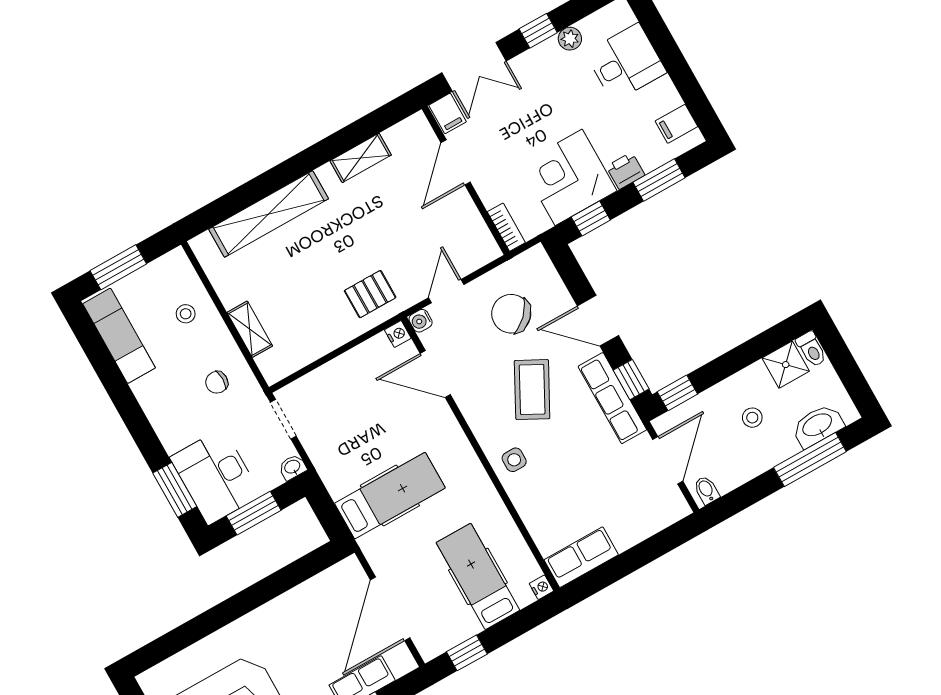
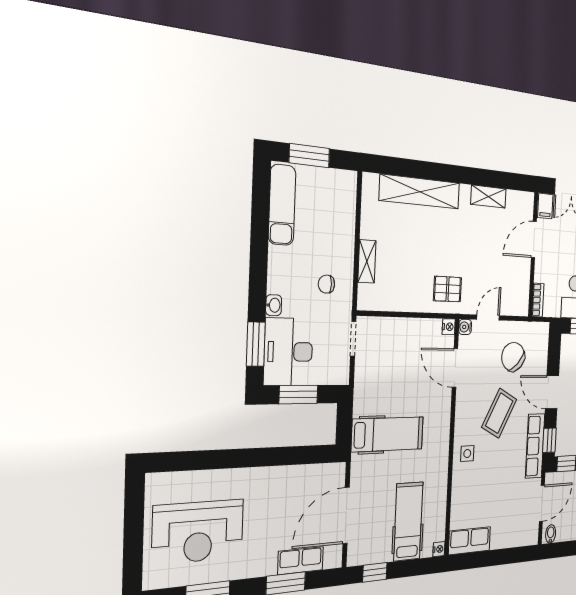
stool: (186, 314) -> (334, 221), removed
washbasin: (292, 467) -> (274, 305), moved, turned 90

